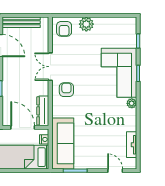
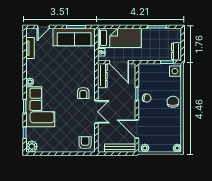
plant: (86, 24) -> (32, 147), moved
sofa: (63, 143) -> (74, 37), moved, turned -90
door: (115, 171) -> (43, 27), hinge flipped

